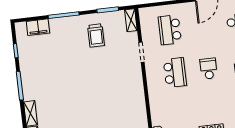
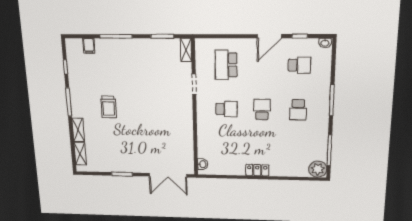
filing cabinet: (38, 27) -> (89, 46), width x0.50
trolley: (96, 35) -> (109, 107), moved
school desk: (175, 73) -> (226, 109), width x0.54

